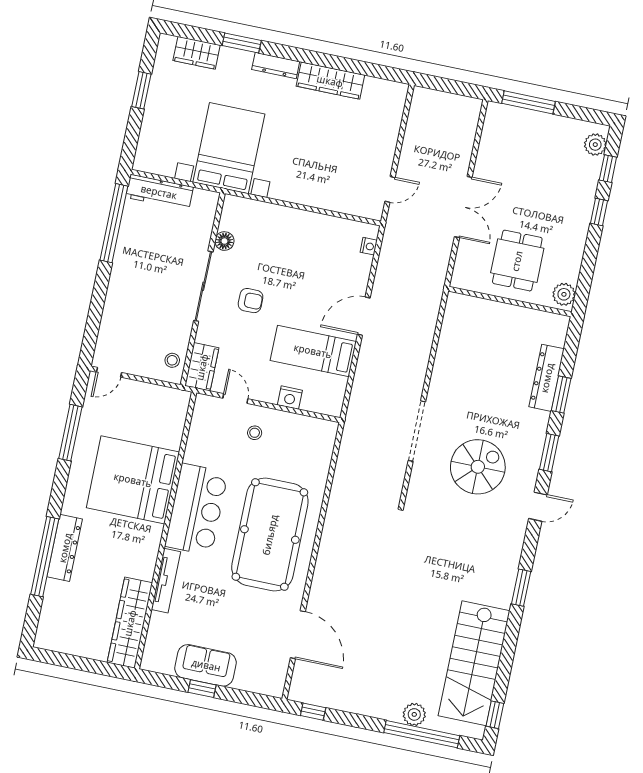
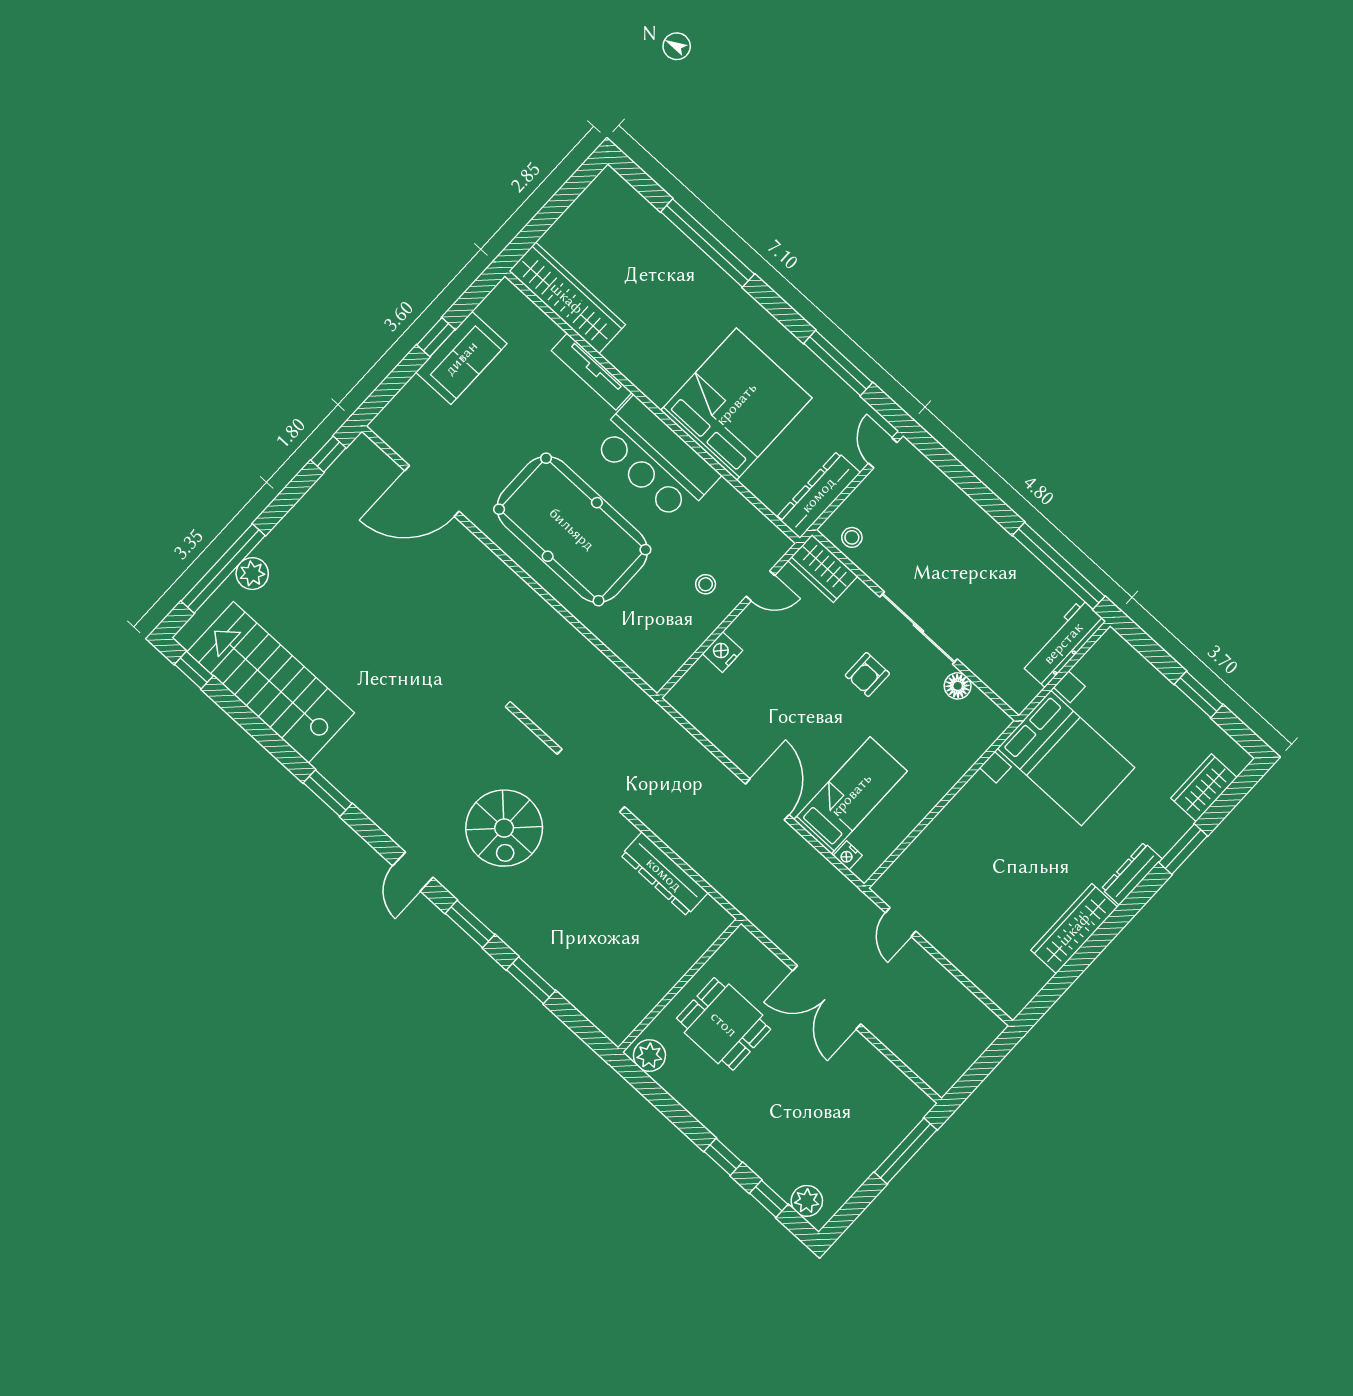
bed: (313, 351) -> (851, 795), moved
dresser: (547, 378) -> (664, 874), moved, turned 180
dresser: (65, 548) -> (818, 495), moved, turned 90

